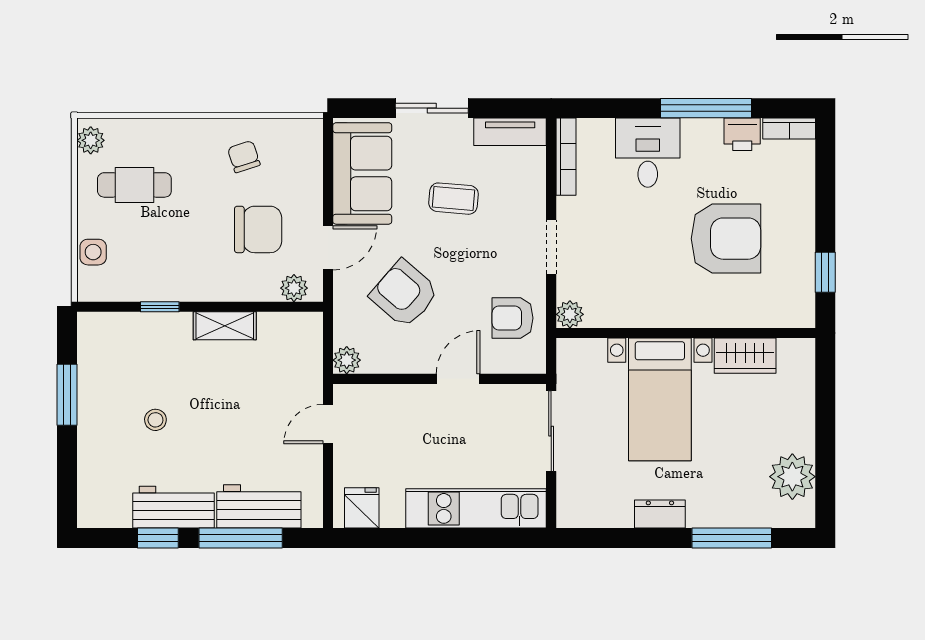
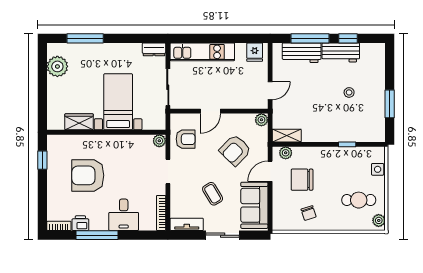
coffee table: (454, 199) -> (213, 194), turned 54
armchair: (404, 294) -> (235, 150), turned 93
shelving: (225, 326) -> (287, 136), moved
dresser: (660, 514) -> (154, 49), moved

